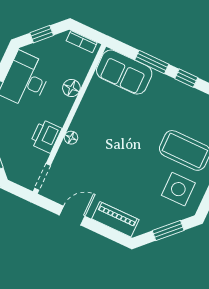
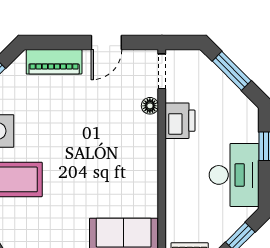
floor lamp: (71, 88) -> (176, 191), removed
floor lamp: (71, 138) -> (150, 106), moved

